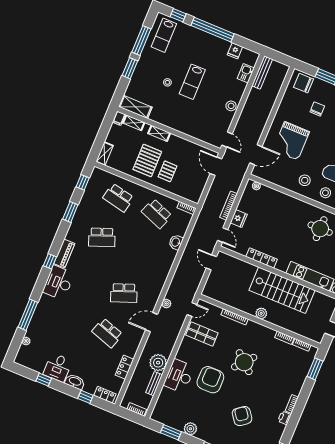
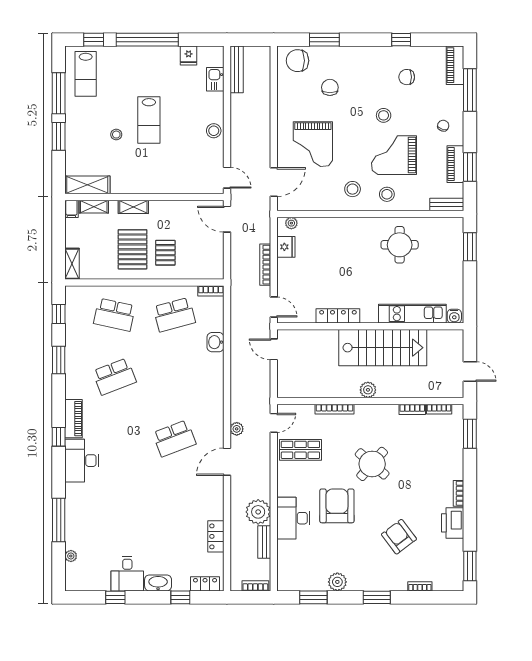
school desk: (157, 214) -> (174, 315), turned -36
fridge: (239, 219) -> (286, 247), moved
school desk: (107, 333) -> (174, 500), removed
printer: (284, 418) -> (453, 523), width x1.87, depth x1.48

